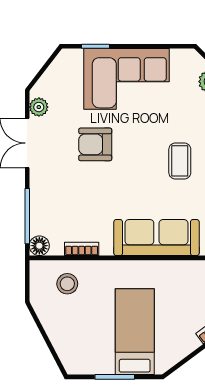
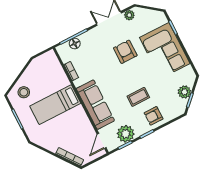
floor lamp: (39, 246) -> (75, 44), moved
stool: (67, 284) -> (24, 92), moved
bed: (135, 332) -> (55, 105), moved, turned 180

